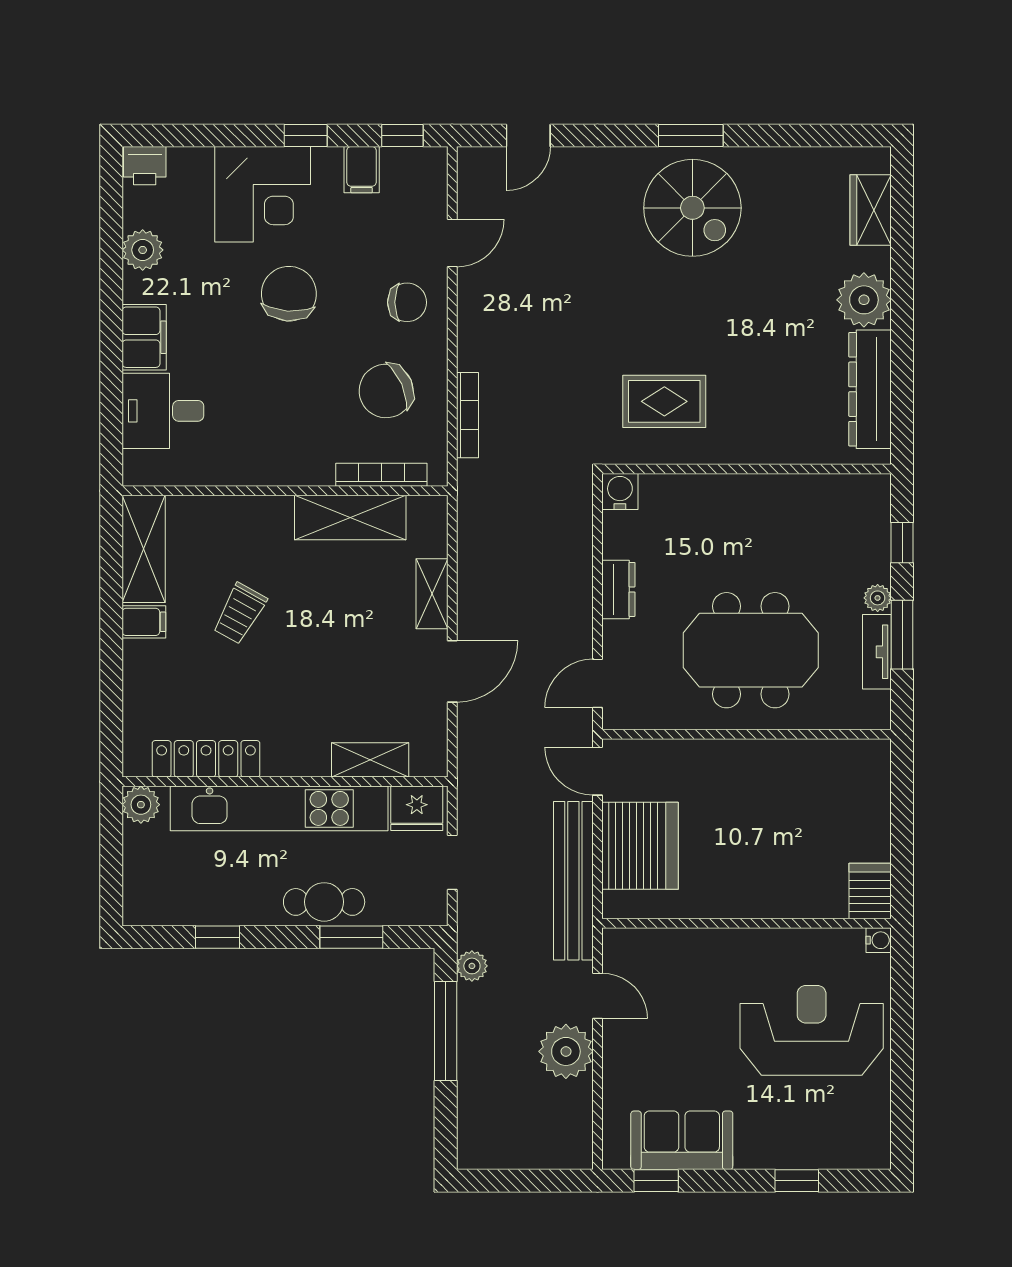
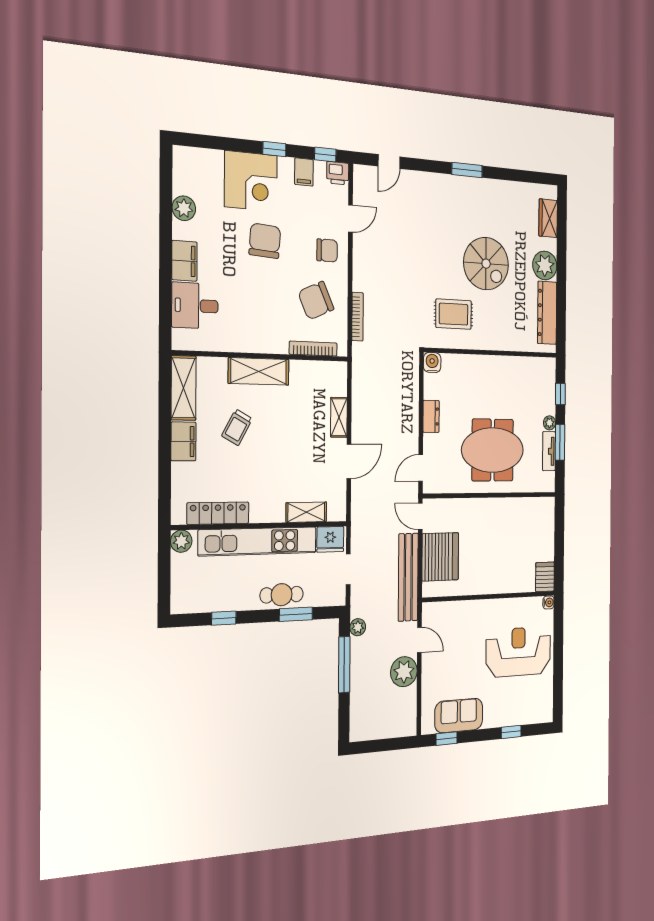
printer: (145, 166) -> (338, 173), moved
spiral stairs: (692, 208) -> (486, 264), moved
shelving: (350, 517) -> (259, 371), moved
filing cabinet: (144, 622) -> (183, 441), width x2.00

